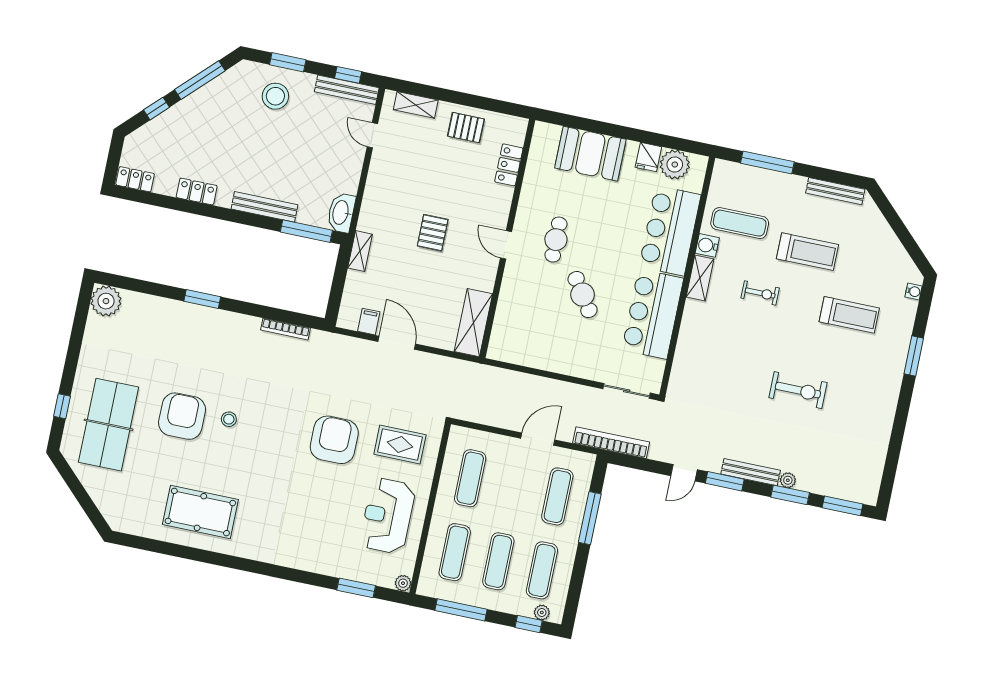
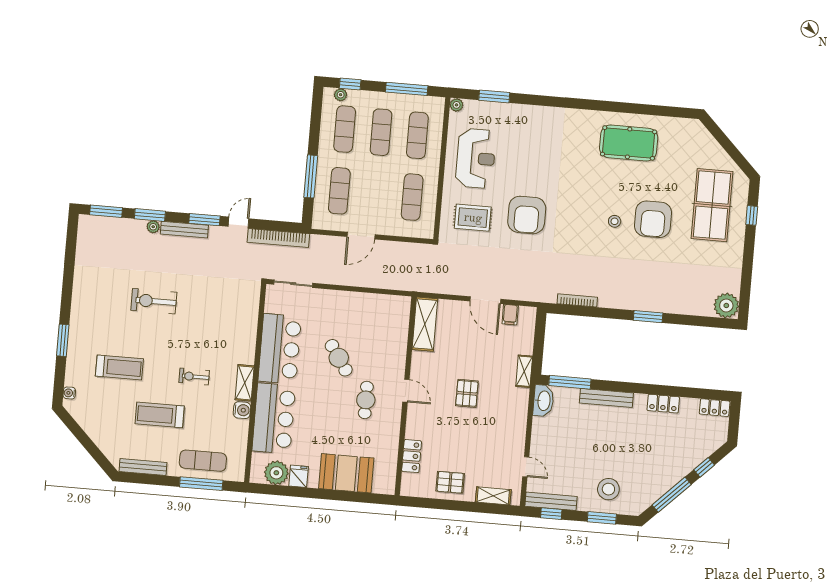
exercise mat: (740, 223) -> (203, 461), moved
treadmill: (849, 315) -> (119, 367), turned 180
bookcase: (611, 443) -> (278, 238), moved

